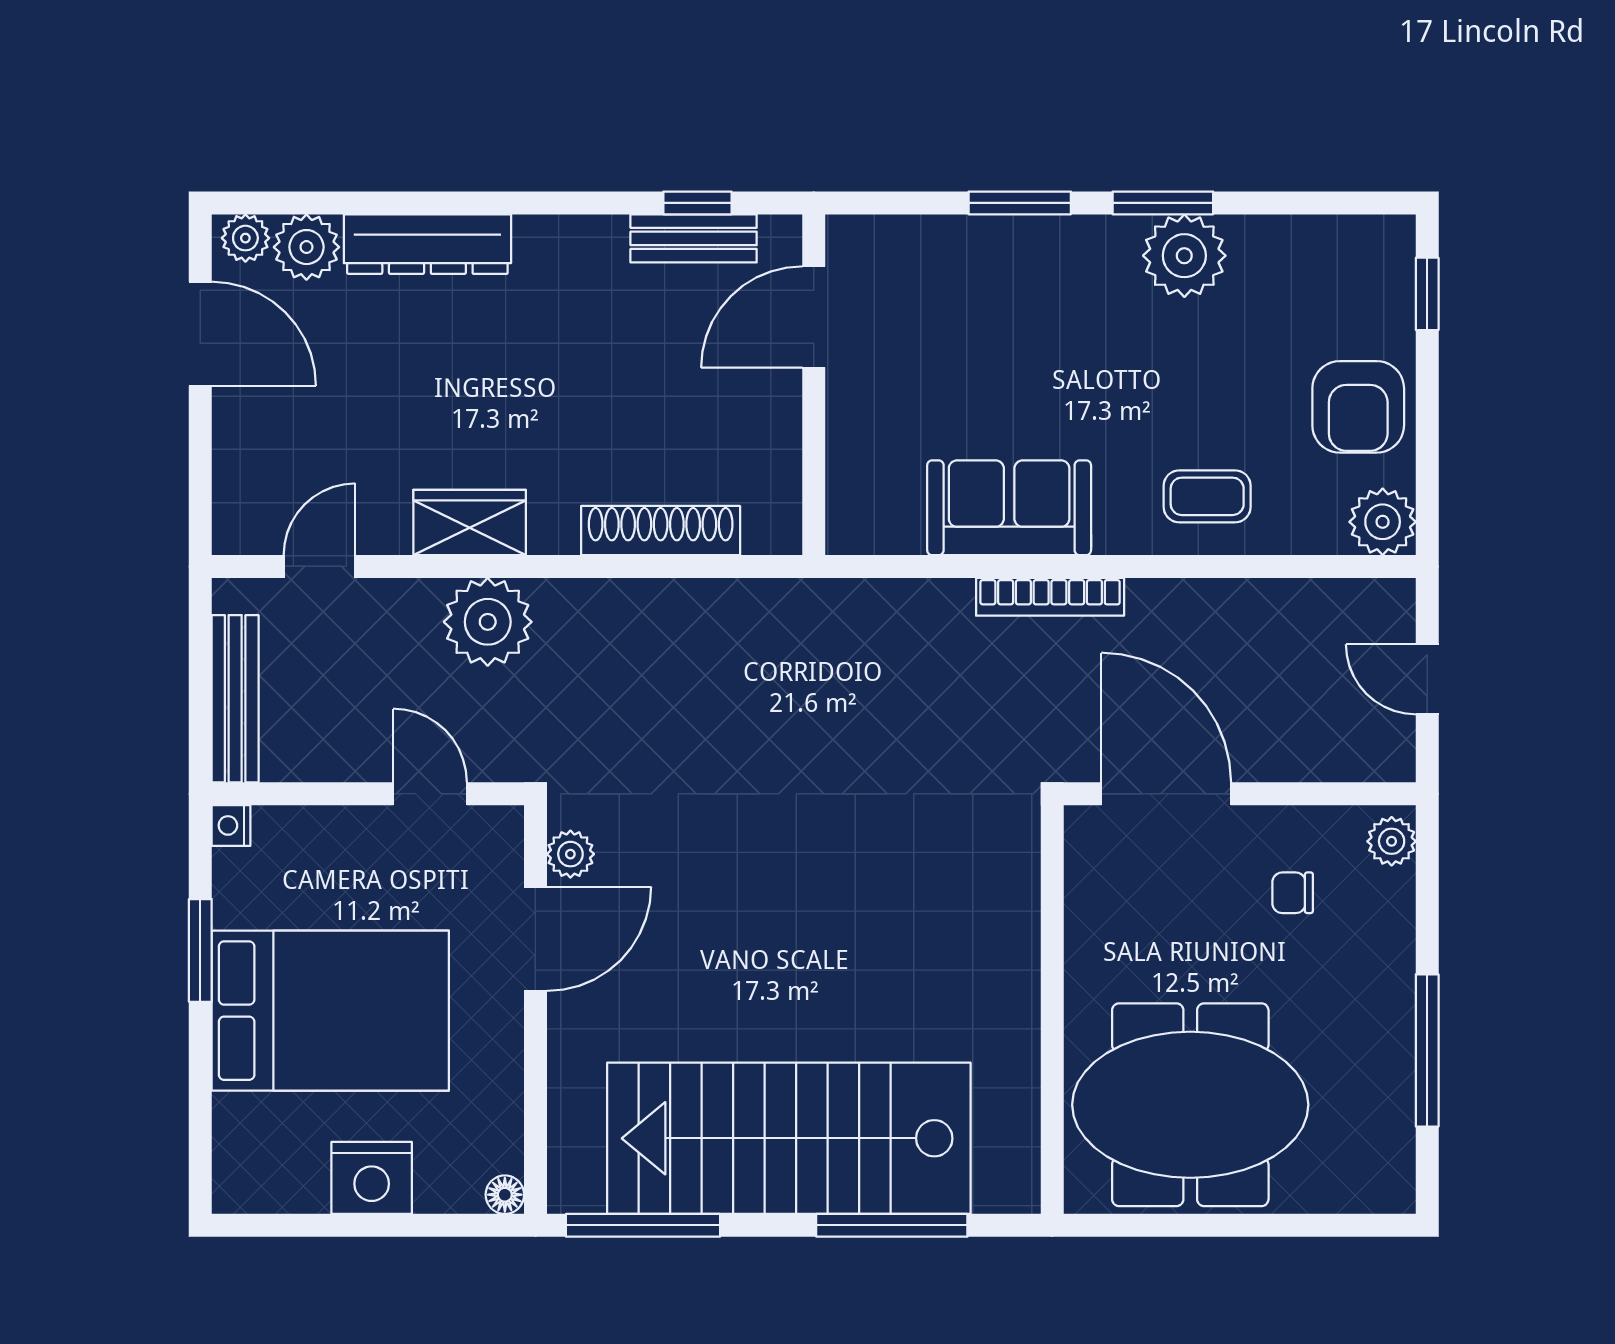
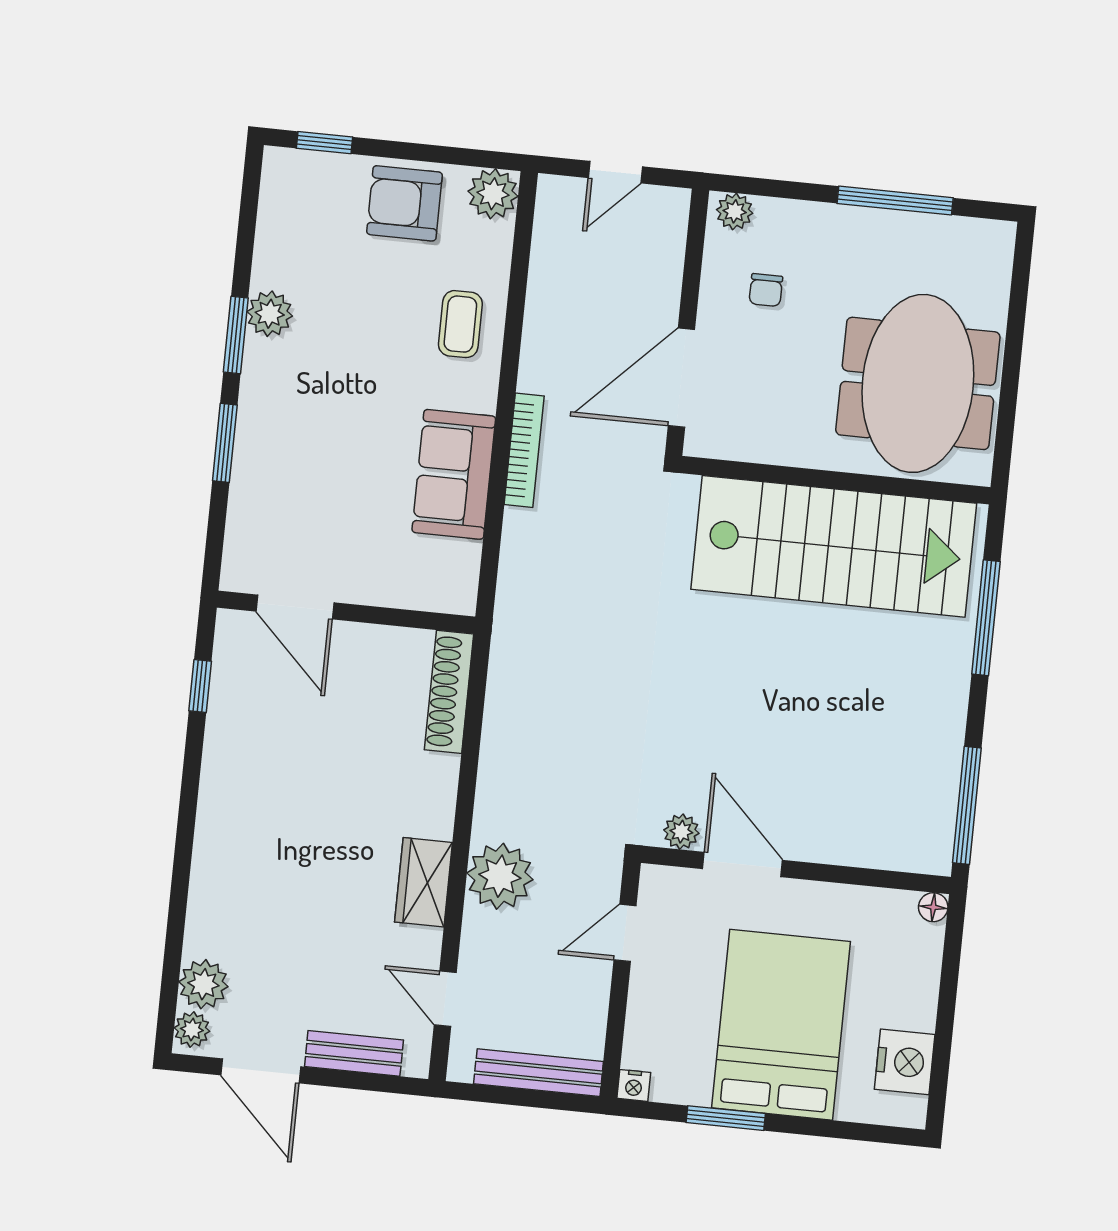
bench: (694, 238) -> (354, 1053), moved, turned 90
dresser: (427, 244) -> (210, 893), removed
plant: (1184, 256) -> (270, 314), width x0.73, depth x0.73
door: (200, 334) -> (261, 1071), swing flipped
armchair: (1358, 407) -> (404, 203), turned 180
shoe rack: (661, 531) -> (449, 692), moved
stairs: (789, 1138) -> (834, 546), moved, turned -90
nightstand: (372, 1178) -> (905, 1062), moved

